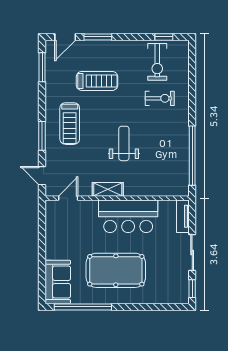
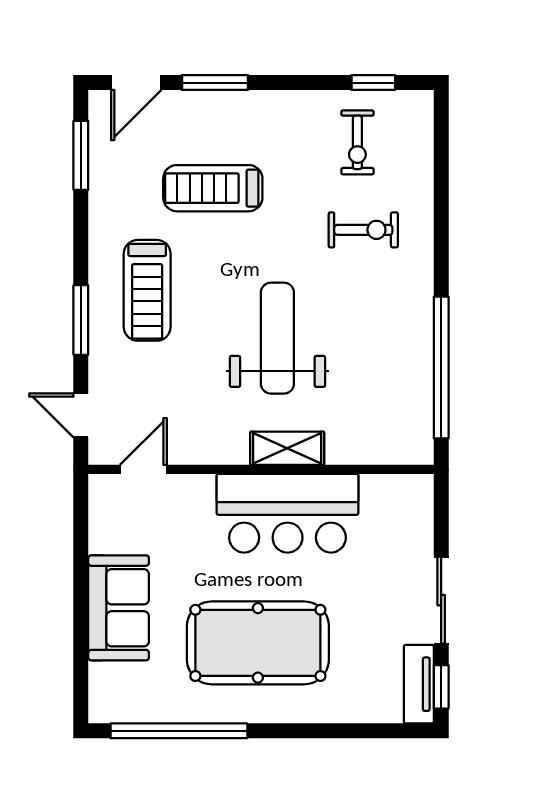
exercise bike: (157, 62) -> (357, 142), width x0.73, depth x0.72
treadmill: (97, 81) -> (213, 188), turned 180
weight bench: (124, 143) -> (277, 338), width x1.36, depth x1.33
shelving: (108, 189) -> (287, 448), moved
tv unit: (183, 216) -> (419, 684), moved
sofa: (58, 282) -> (119, 608), moved

